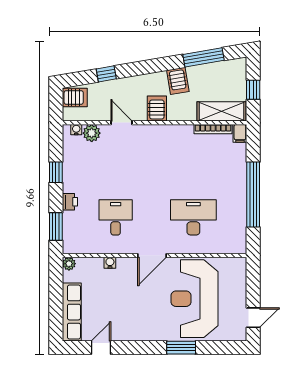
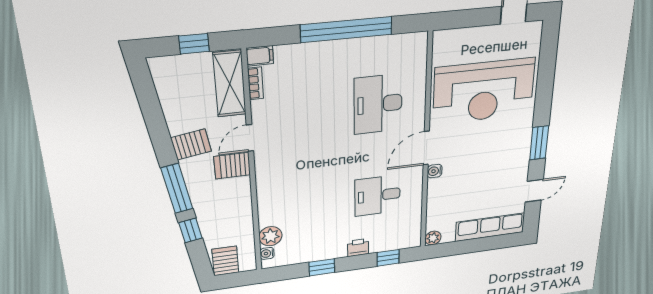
window: (203, 57) -> (177, 189), moved
door: (121, 123) -> (250, 138), moved
bookcase: (213, 129) -> (255, 83), width x0.64
window: (56, 226) -> (388, 258), width x0.67
door: (152, 255) -> (426, 148), swing flipped
water cooler: (110, 263) -> (435, 171), moved
door: (101, 348) -> (534, 191), swing flipped
window: (181, 348) -> (539, 143), moved

